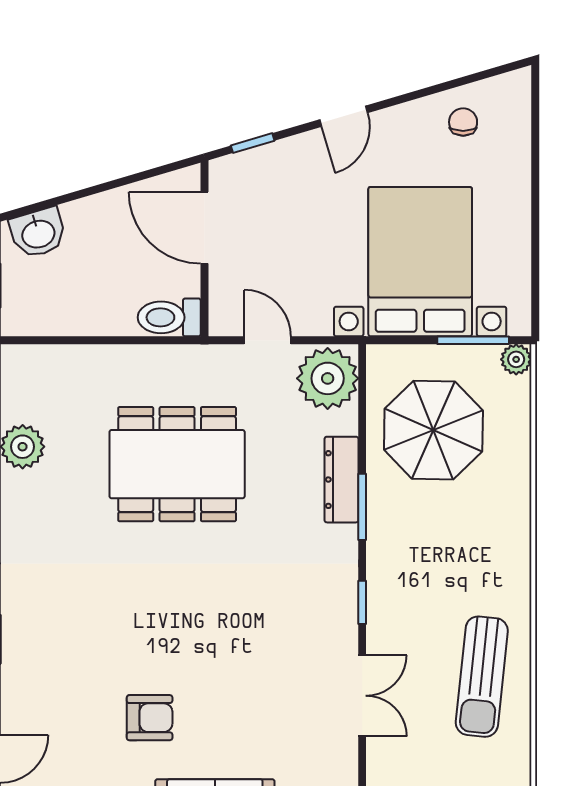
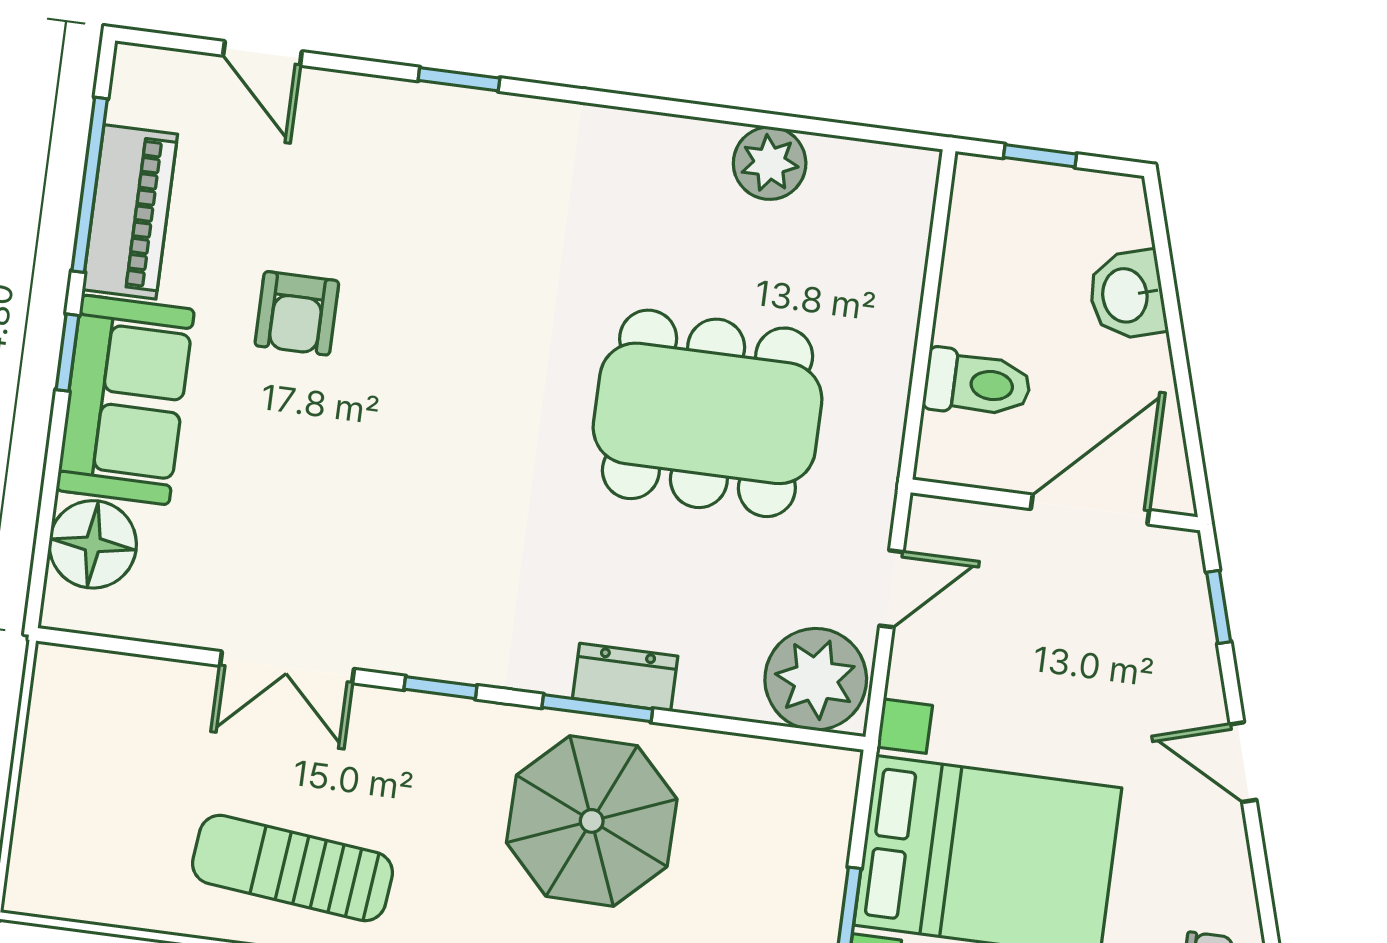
washbasin: (38, 233) -> (1127, 295), moved
toilet: (169, 317) -> (977, 384), moved, turned 90
parasol: (433, 430) -> (592, 821), moved
dining table: (177, 464) -> (708, 413), turned 90
dresser: (341, 480) -> (625, 677), width x0.70

